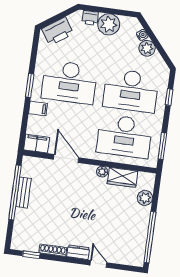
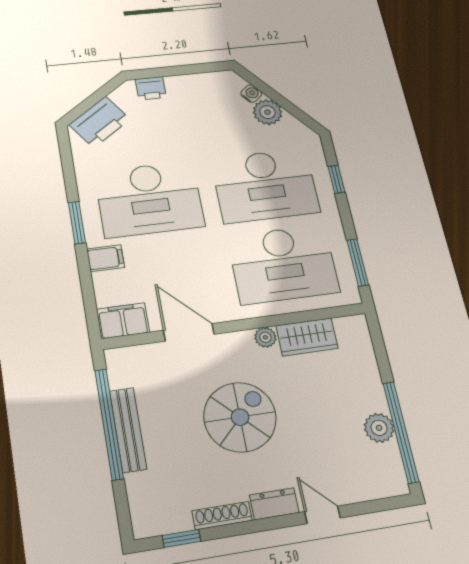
plant: (109, 24) -> (187, 91), removed
bench: (24, 192) -> (128, 430), width x1.36
plant: (145, 198) -> (379, 428), moved
spiral stairs: (76, 207) -> (240, 417), added

